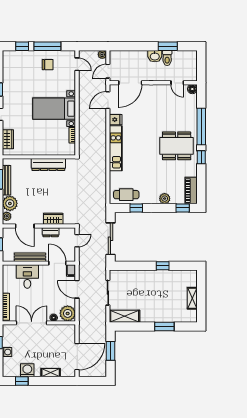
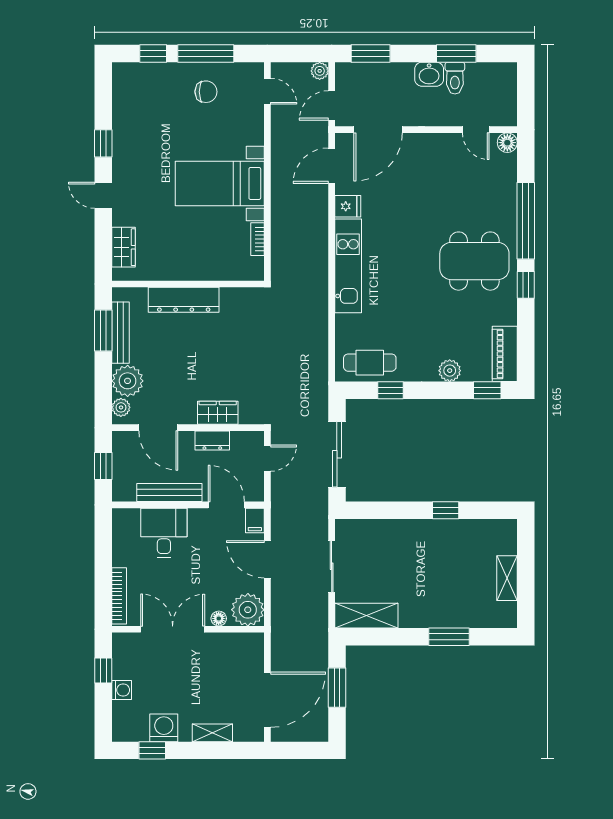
window: (127, 46) -> (371, 54), added
dresser: (48, 165) -> (184, 300), moved

